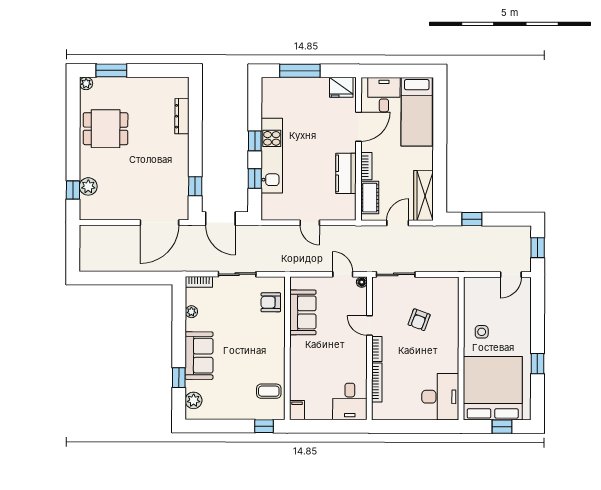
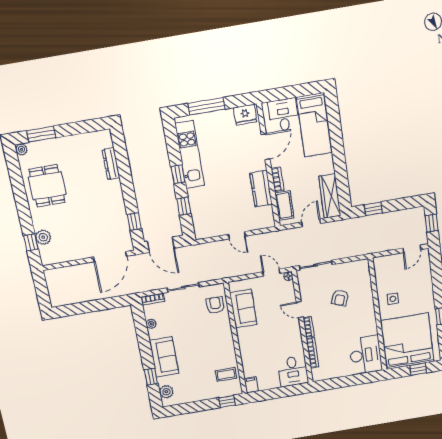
dining table: (106, 129) -> (47, 186), turned 90
kitchen unit: (272, 156) -> (190, 155), moved
armchair: (271, 302) -> (215, 305), turned 90

